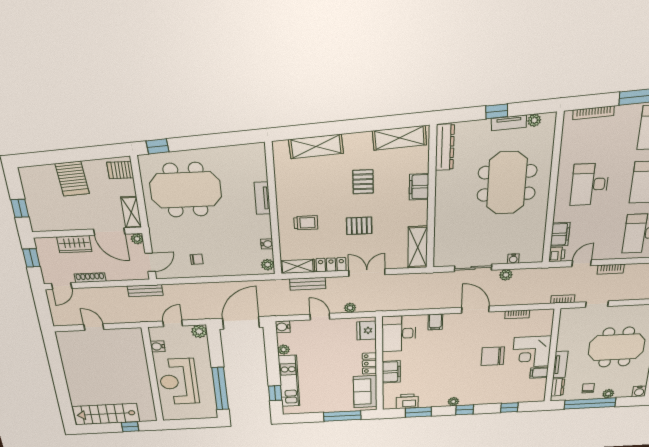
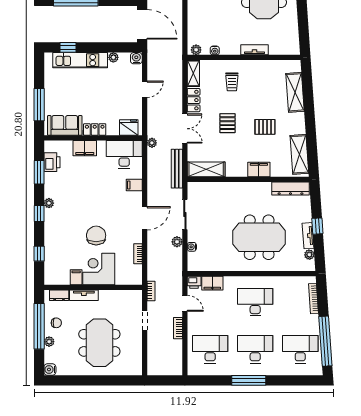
bench: (308, 284) -> (177, 169), moved, width x1.36
plant: (350, 308) -> (152, 143), moved

